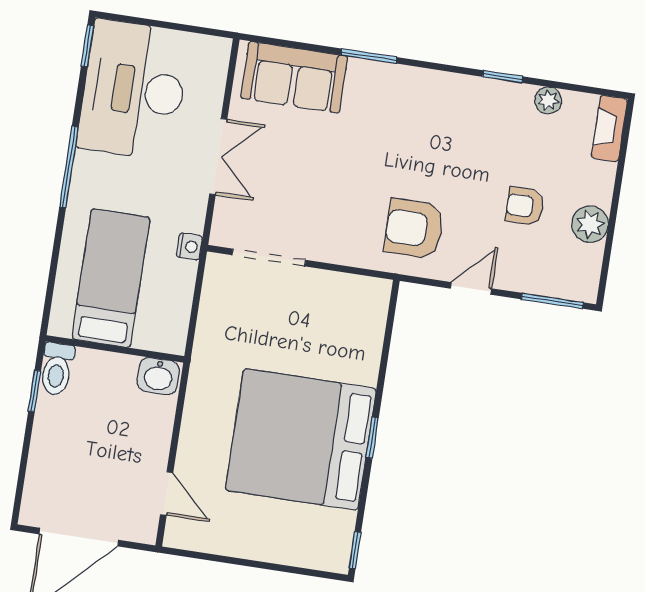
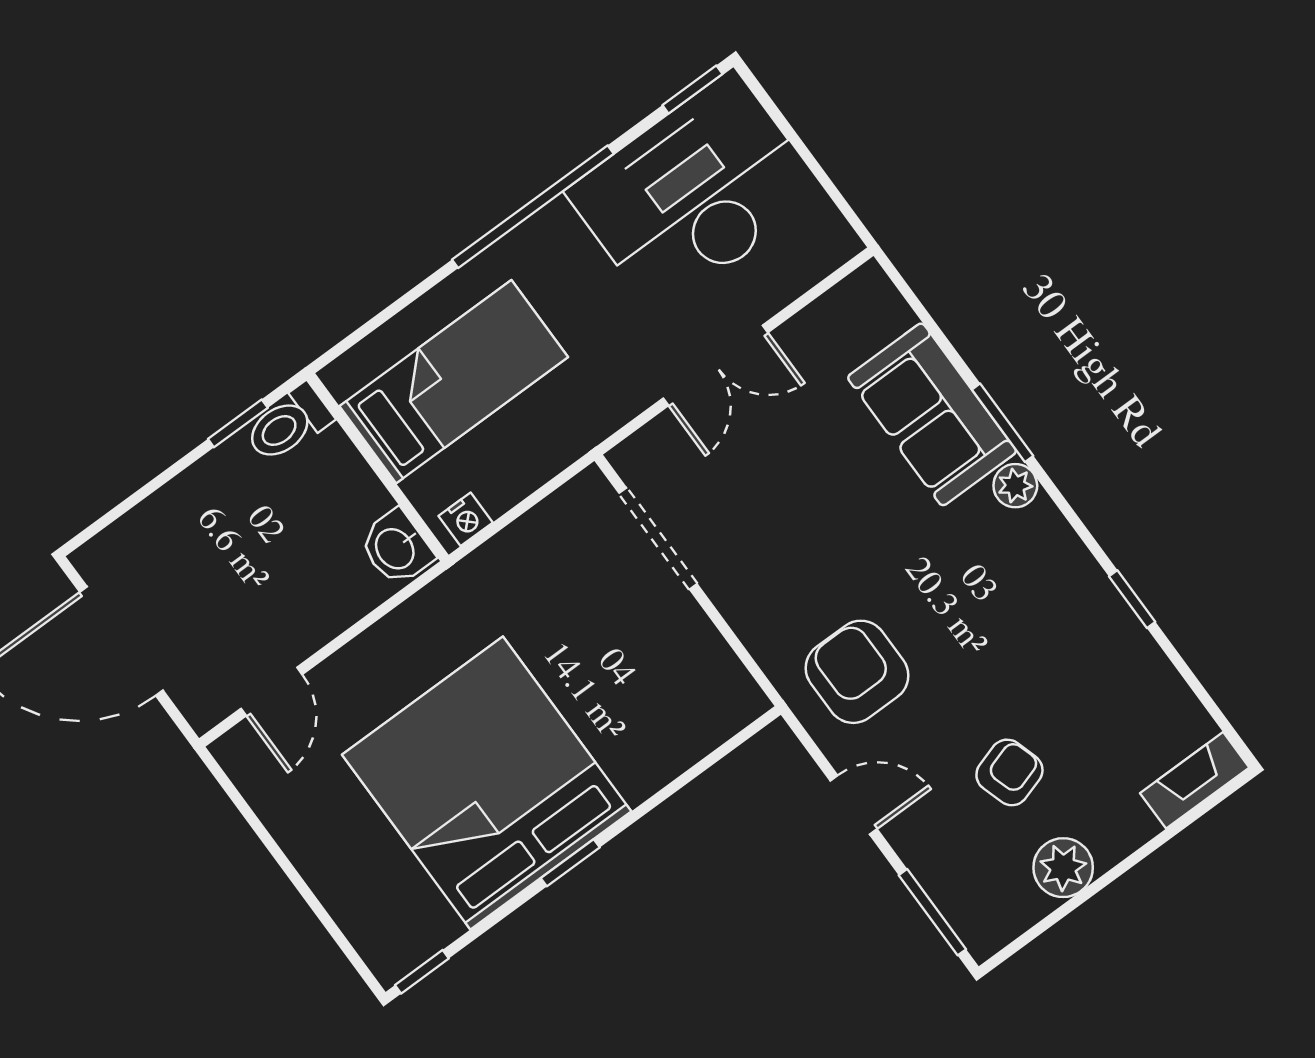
sofa: (294, 77) -> (932, 414), moved
plant: (548, 100) -> (1015, 486), moved
window: (69, 167) -> (533, 207), width x1.46
armchair: (525, 206) -> (1009, 772), turned 73
nightstand: (189, 246) -> (466, 519), moved

